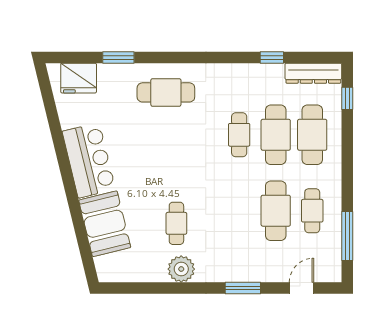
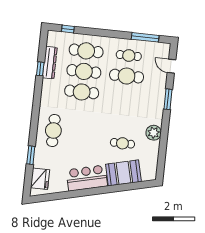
dresser: (313, 73) -> (50, 63), moved
cafe table: (239, 135) -> (82, 92), width x1.37, depth x1.35
cafe table: (176, 223) -> (122, 143), moved

